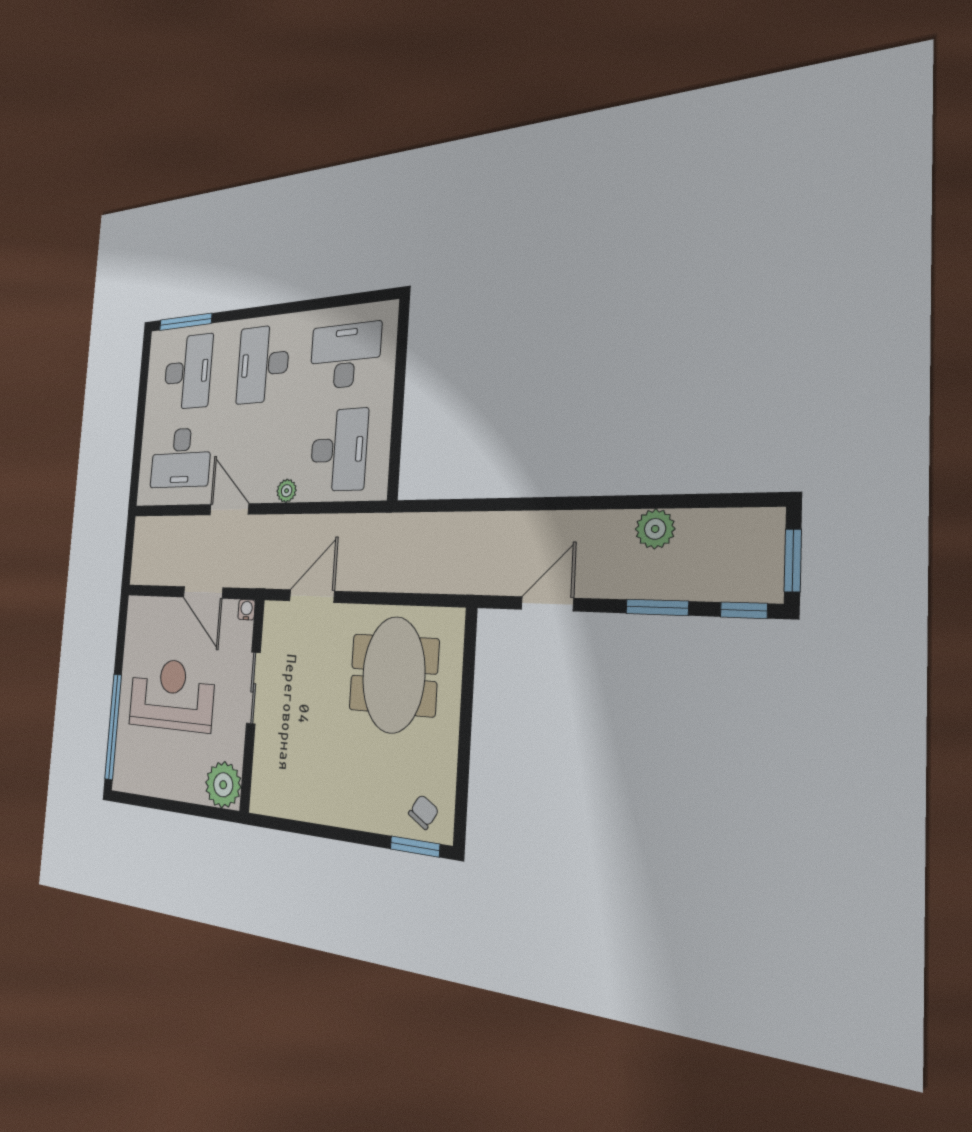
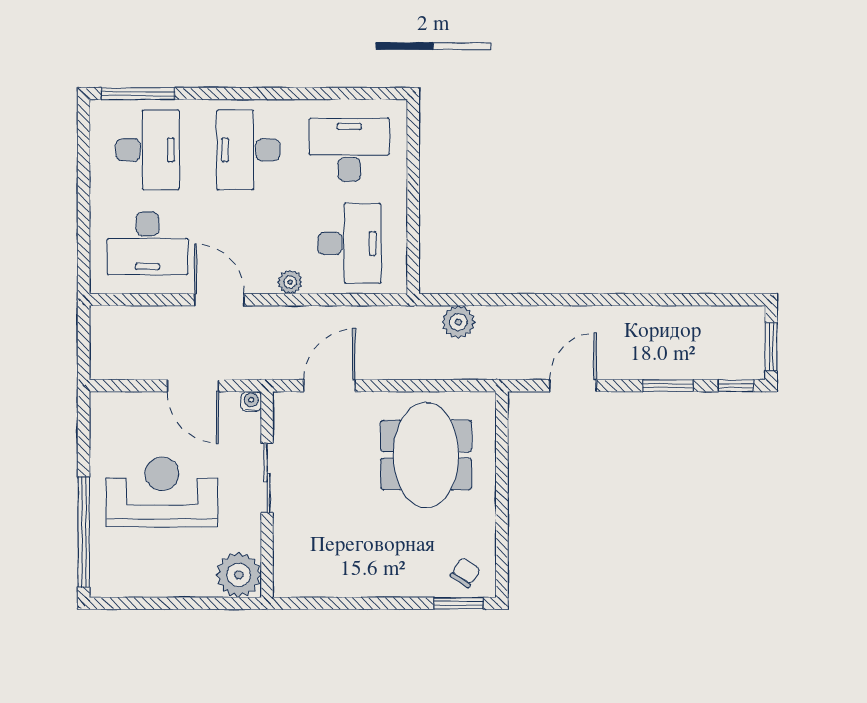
plant: (655, 529) -> (458, 322), moved

